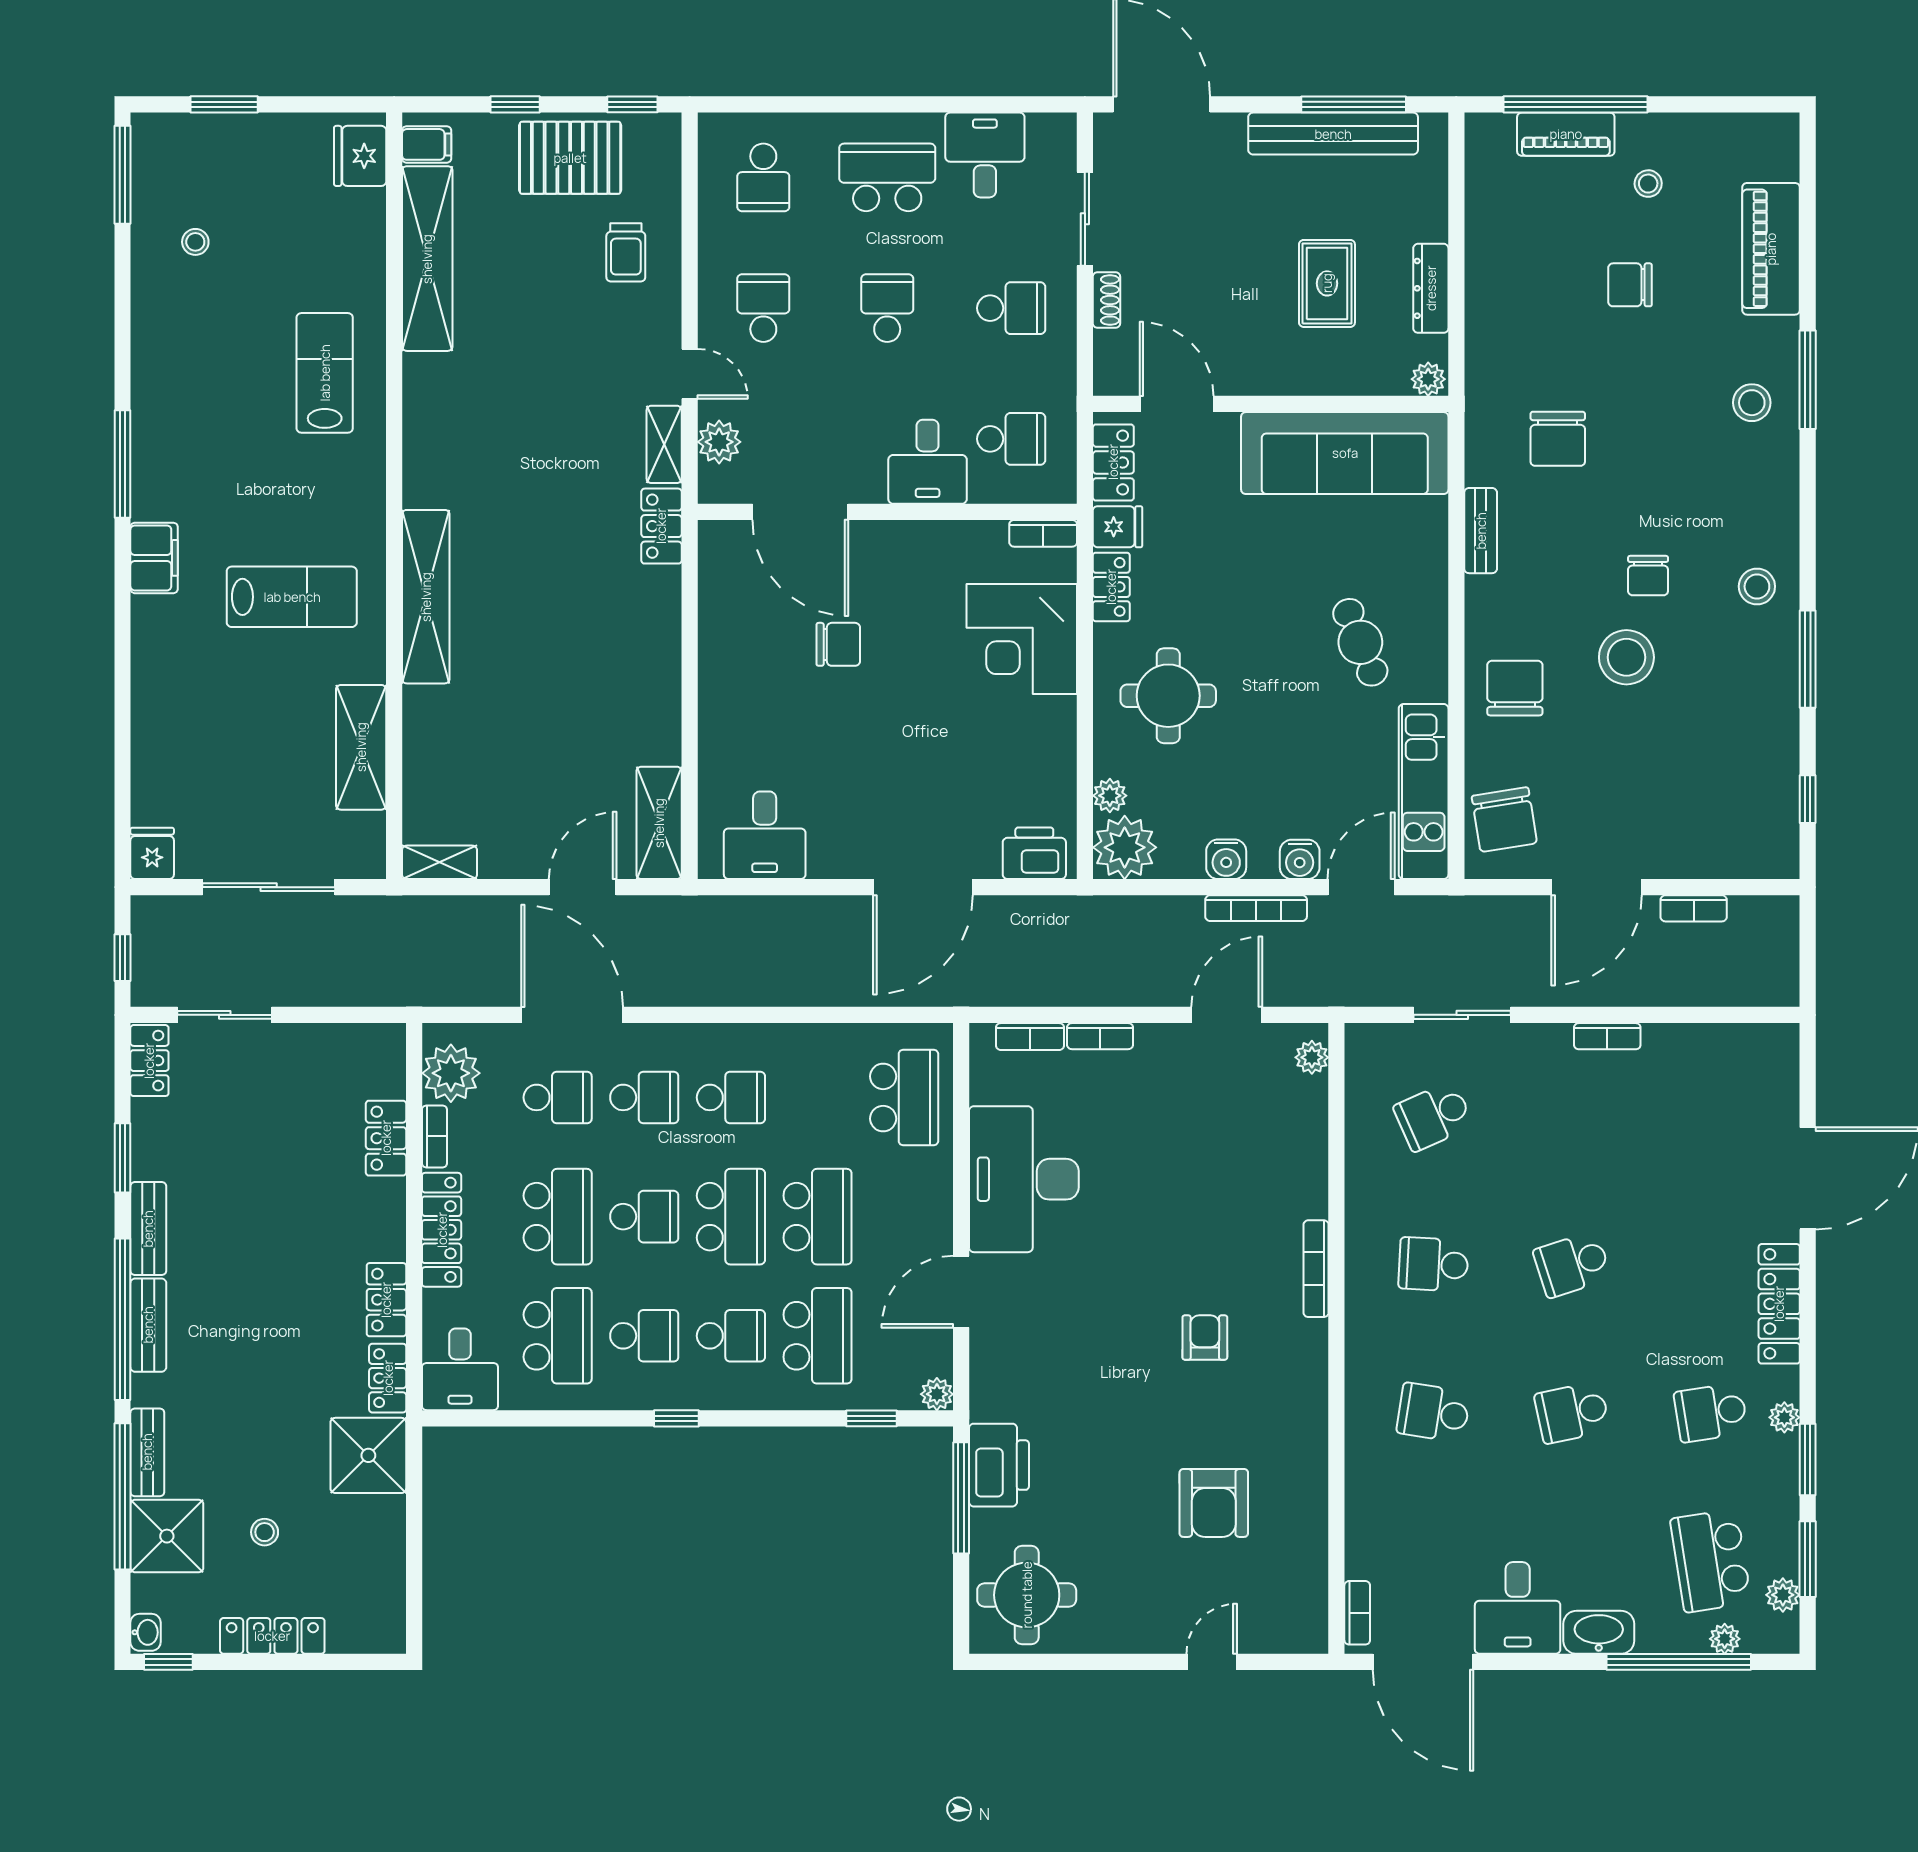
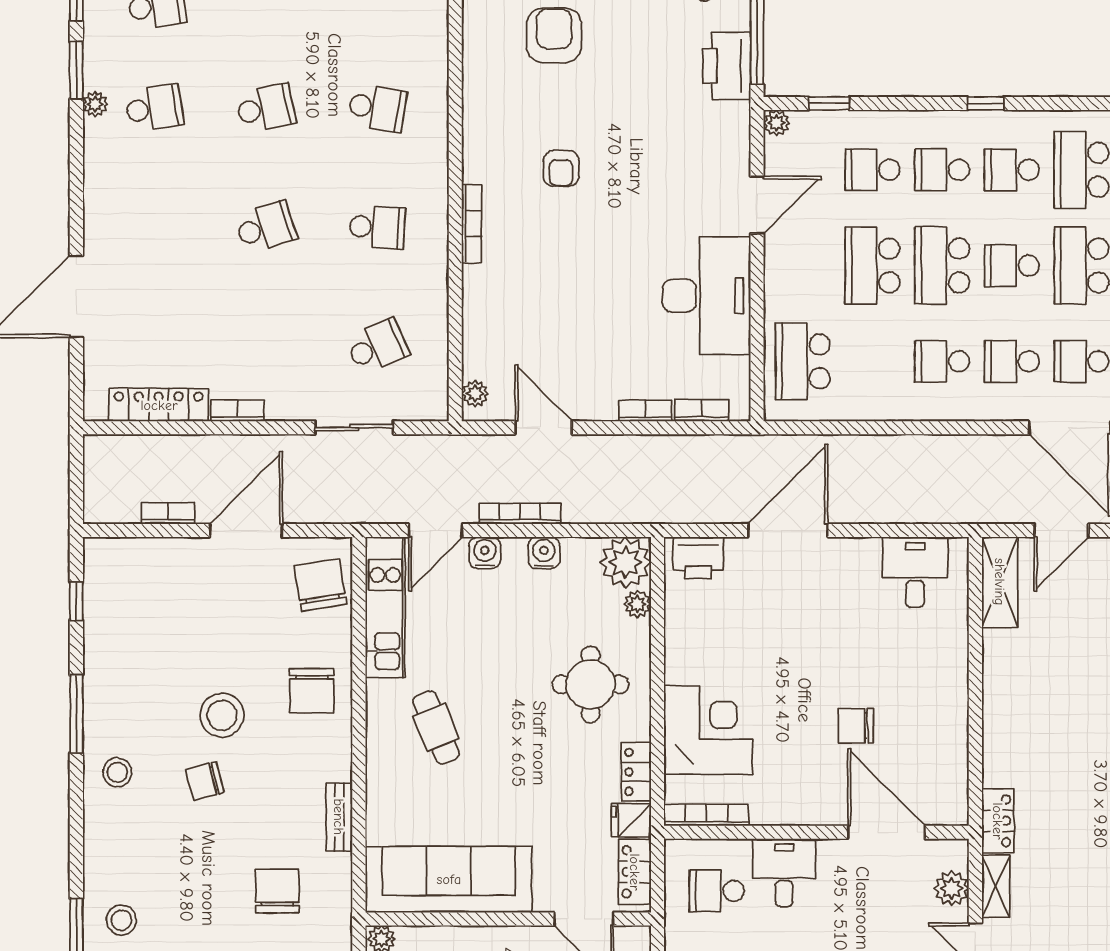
bookcase: (1043, 533) -> (706, 815), width x1.56
chair: (1648, 576) -> (205, 781), turned -105
door: (1227, 1015) -> (543, 428), swing flipped
locker: (1779, 1304) -> (159, 405), moved, turned -90
school desk: (818, 1336) -> (872, 170), width x0.54

